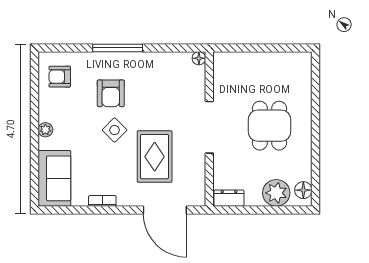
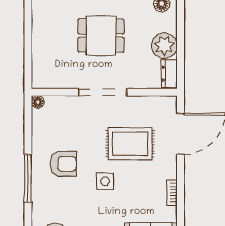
armchair: (111, 93) -> (63, 164), moved
side table: (115, 130) -> (105, 181), turned 45
plant: (276, 193) -> (164, 46), moved

